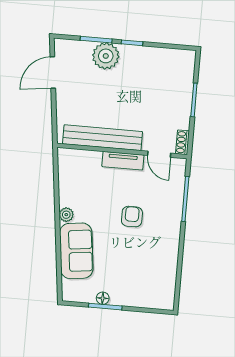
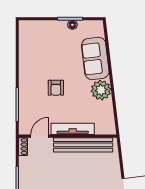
door: (159, 154) -> (40, 136), hinge flipped
tv unit: (123, 161) -> (73, 129), width x1.41
plant: (66, 215) -> (101, 90), width x1.88, depth x1.88

